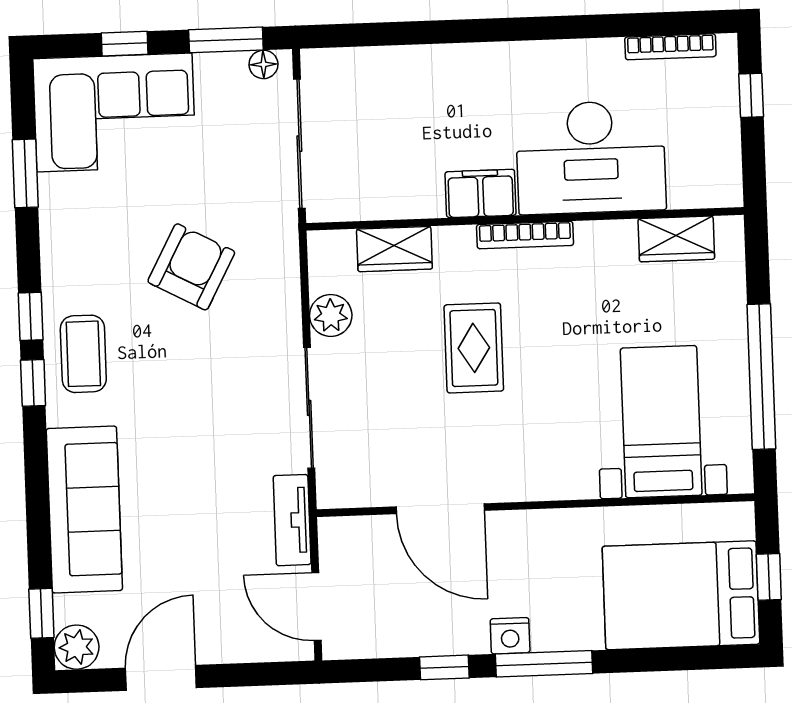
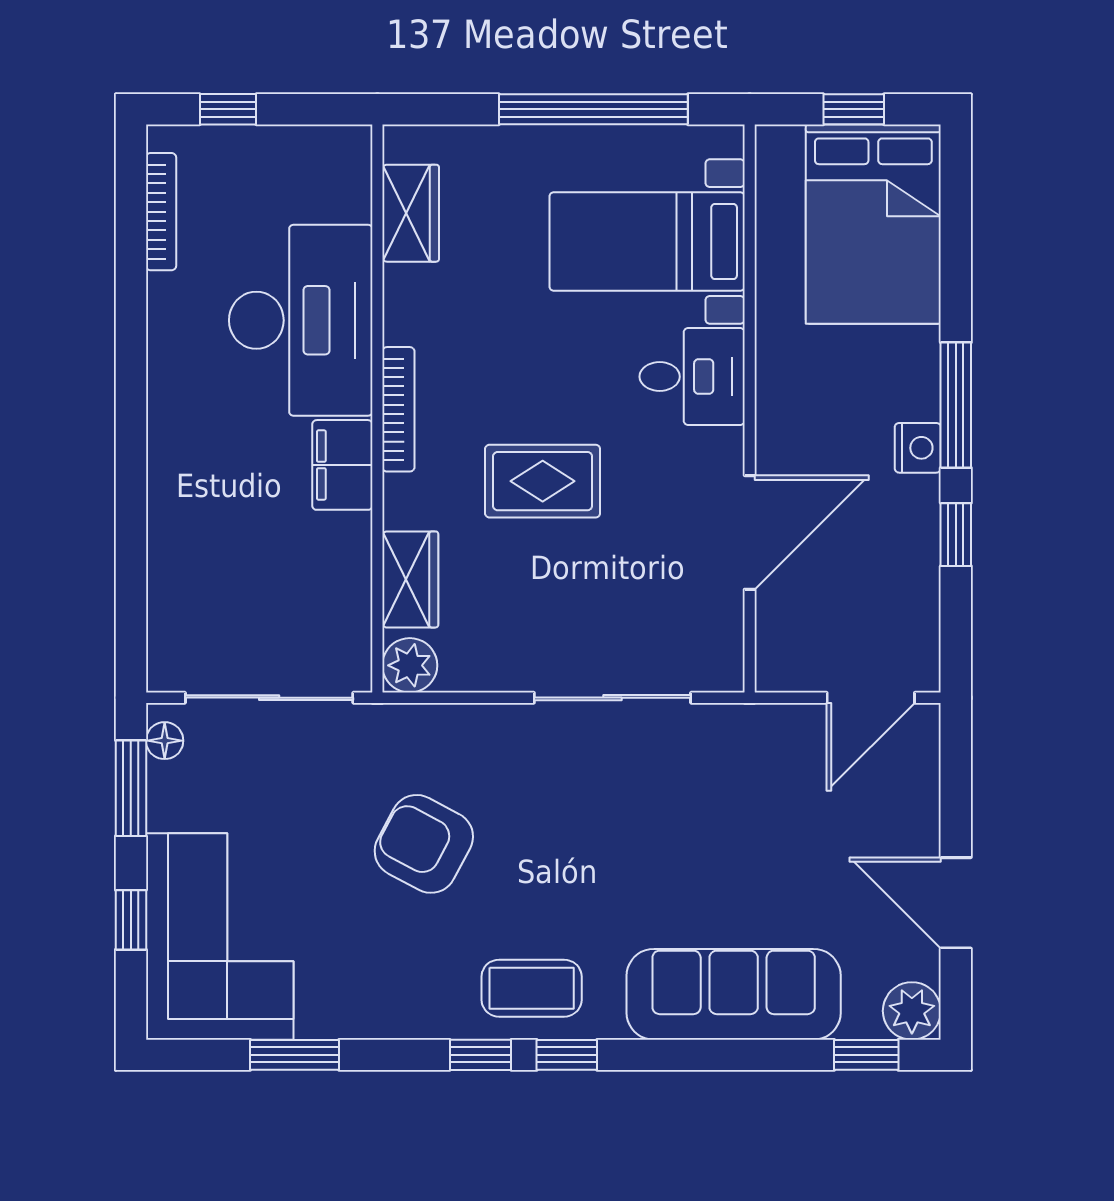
plant: (331, 315) -> (410, 665), moved
desk: (559, 460) -> (692, 377), added
tv unit: (292, 520) -> (757, 725), removed

